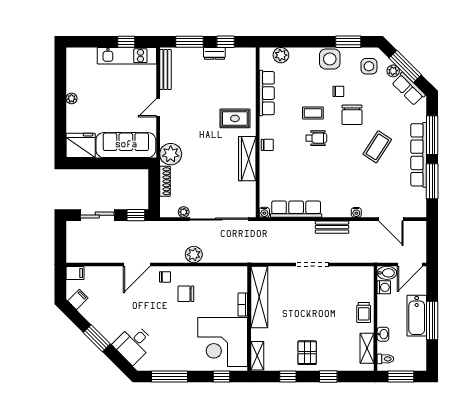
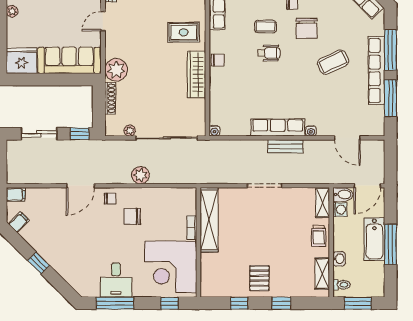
coffee table: (377, 147) -> (333, 62), turned 32
row of seats: (296, 209) -> (278, 127), moved
window: (97, 338) -> (39, 263), width x0.67
desk: (134, 344) -> (116, 280), moved, turned -45
shelving: (257, 356) -> (323, 203), moved

